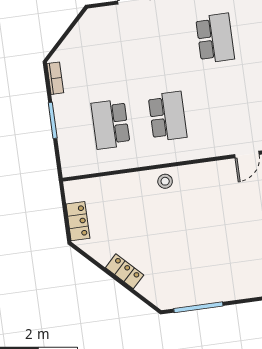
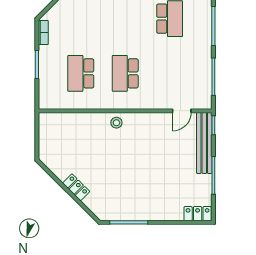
school desk: (168, 116) -> (125, 73), turned 180
locker: (78, 221) -> (46, 144), removed

